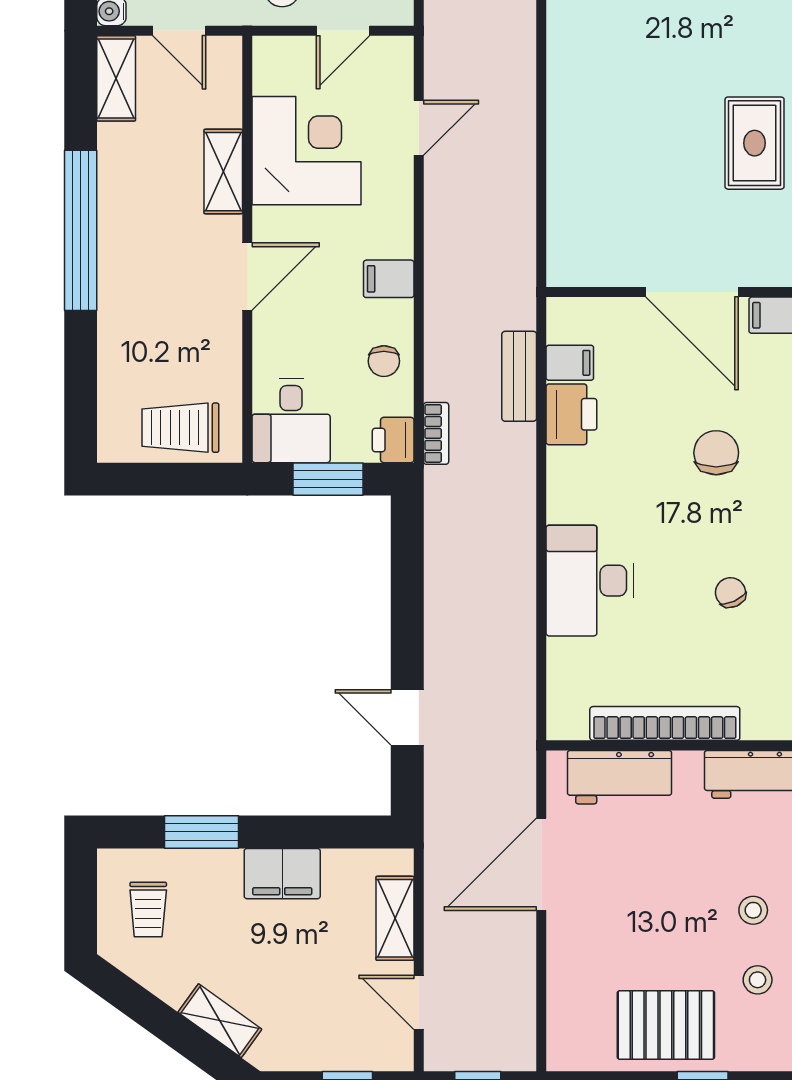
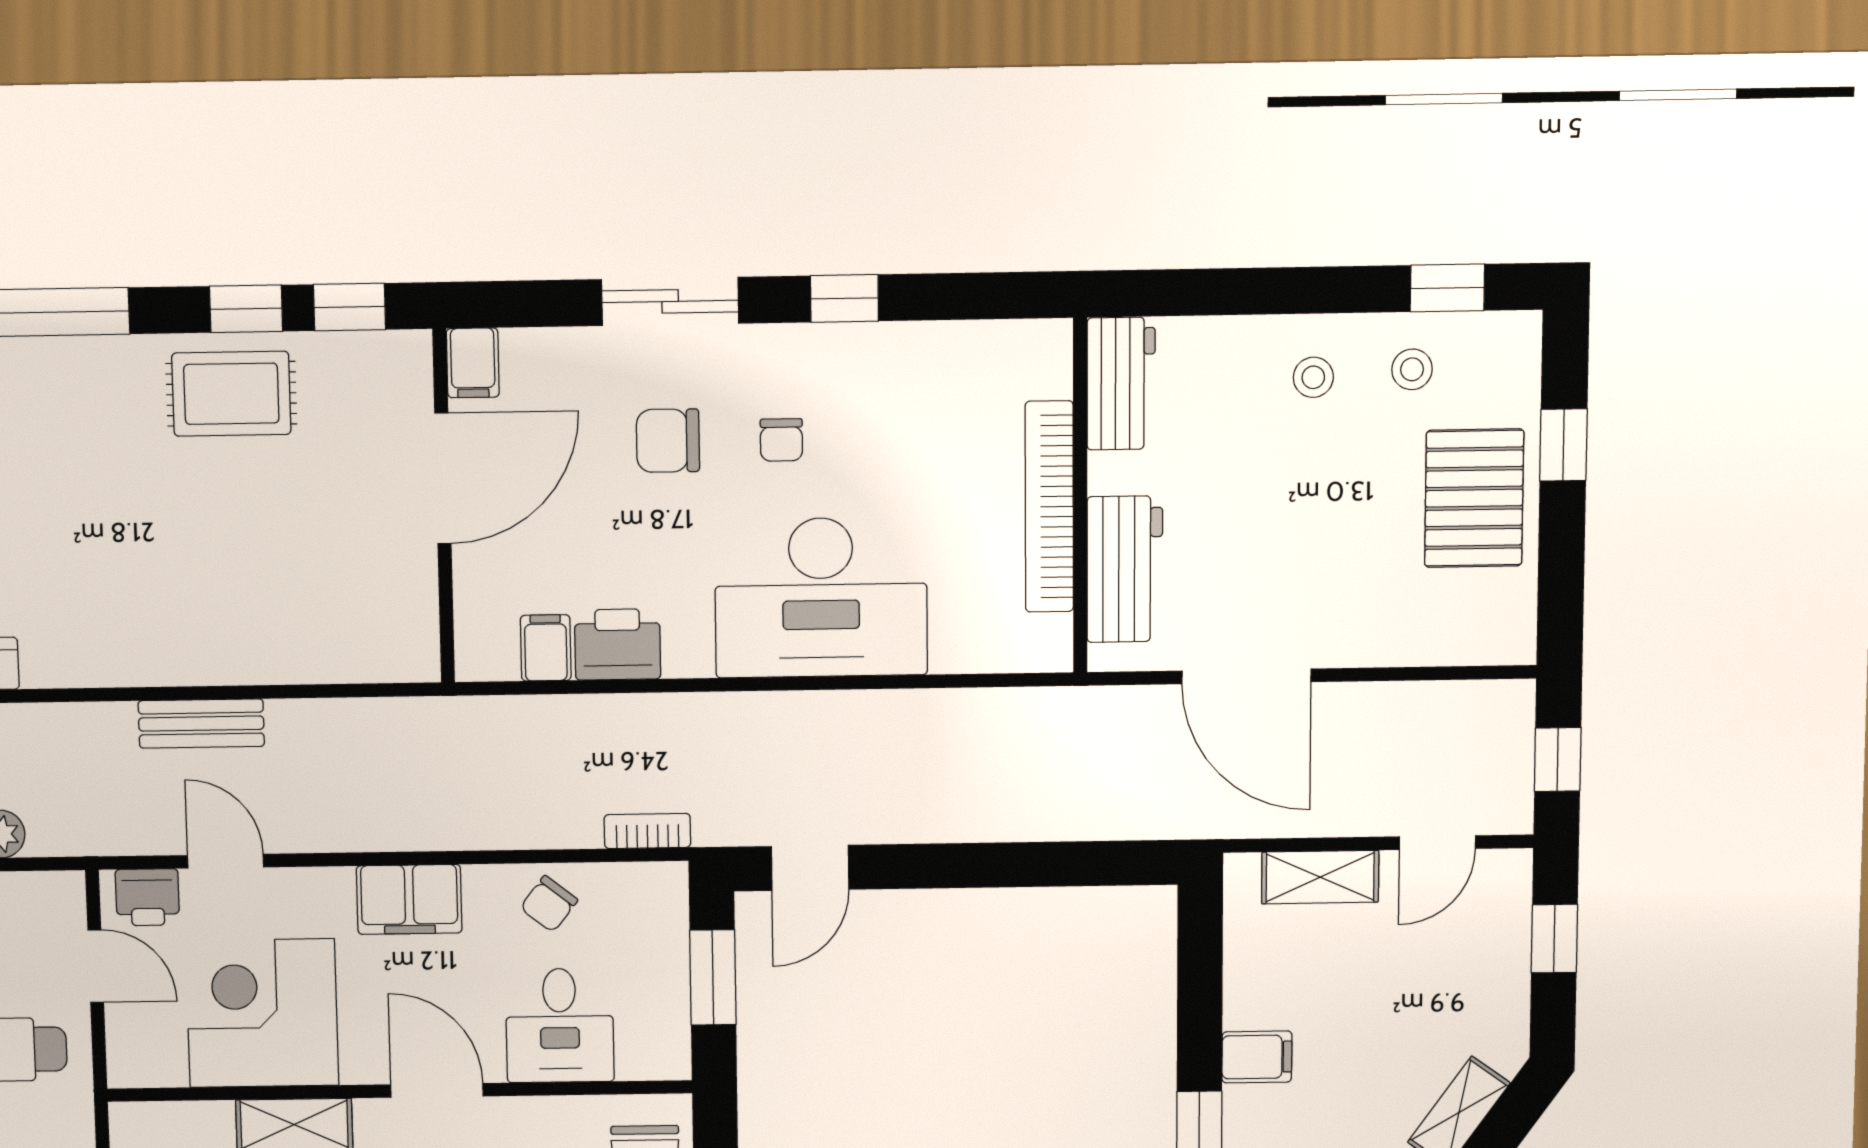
filing cabinet: (389, 279) -> (409, 899), width x2.00
chair: (384, 361) -> (549, 904), turned 128
bench: (519, 376) -> (201, 724), moved
desk: (291, 421) -> (560, 1025), moved, turned 90
printer: (393, 440) -> (147, 897), moved
desk: (590, 581) -> (821, 597), width x1.36, depth x1.30
chair: (730, 593) -> (781, 440), moved, turned -66
door: (407, 717) -> (810, 868), moved
filing cabinet: (282, 874) -> (1257, 1057), width x0.50

